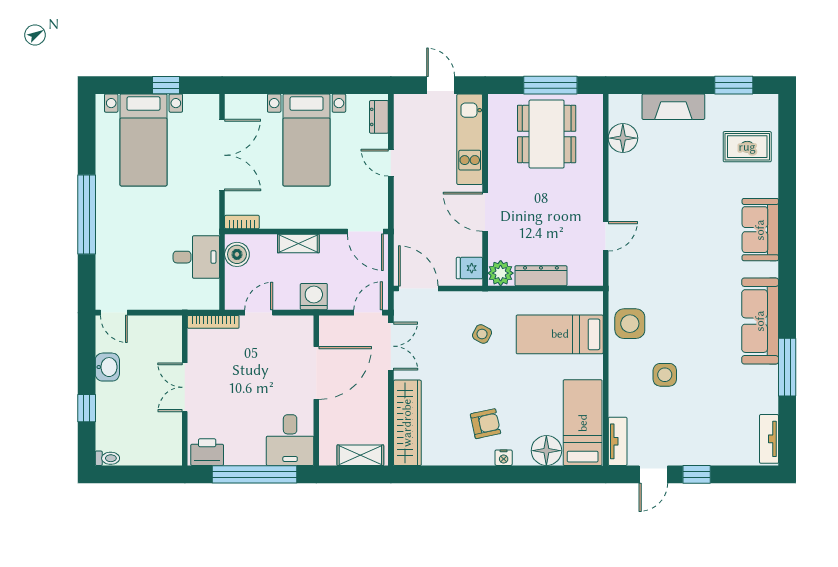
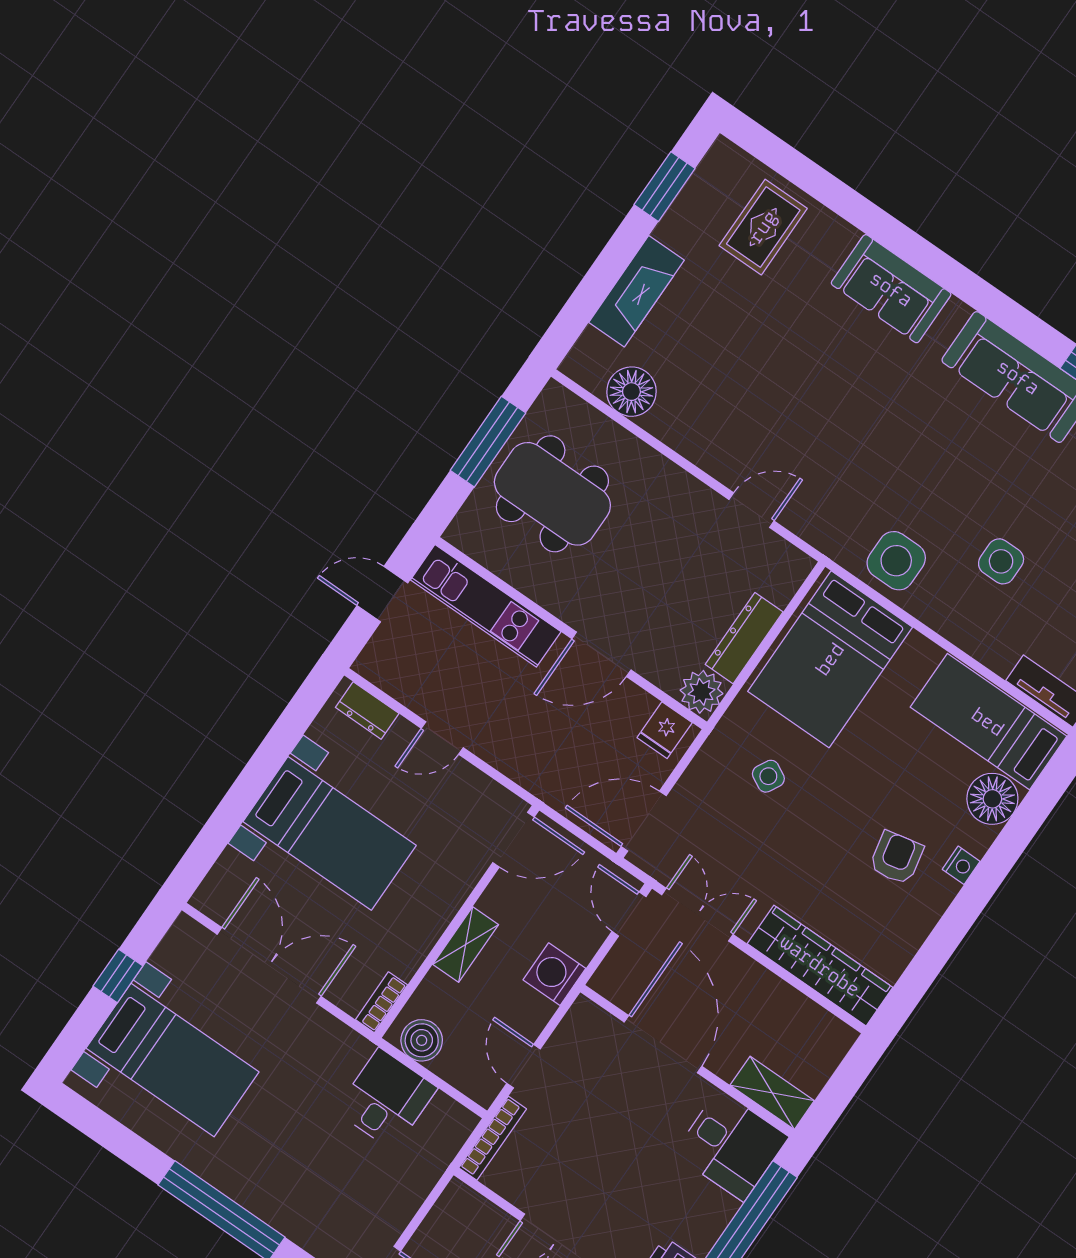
door: (606, 236) -> (752, 510), hinge flipped
bed: (560, 334) -> (830, 659), width x1.50
shelving: (360, 455) -> (772, 1093), moved, turned 90

